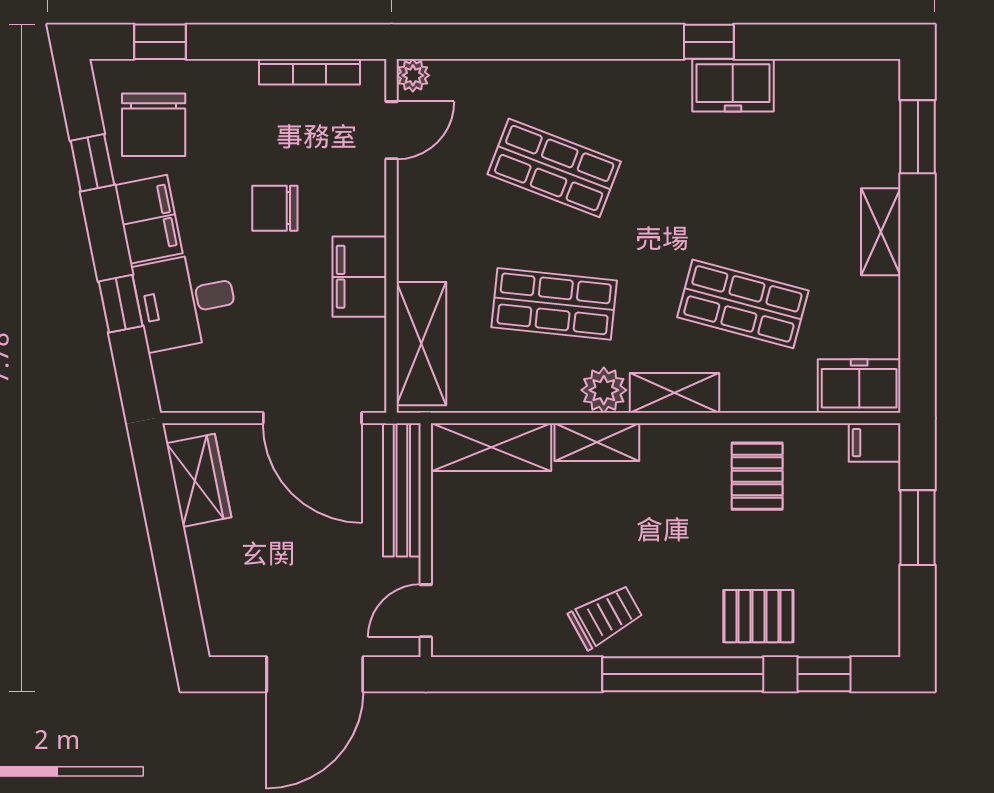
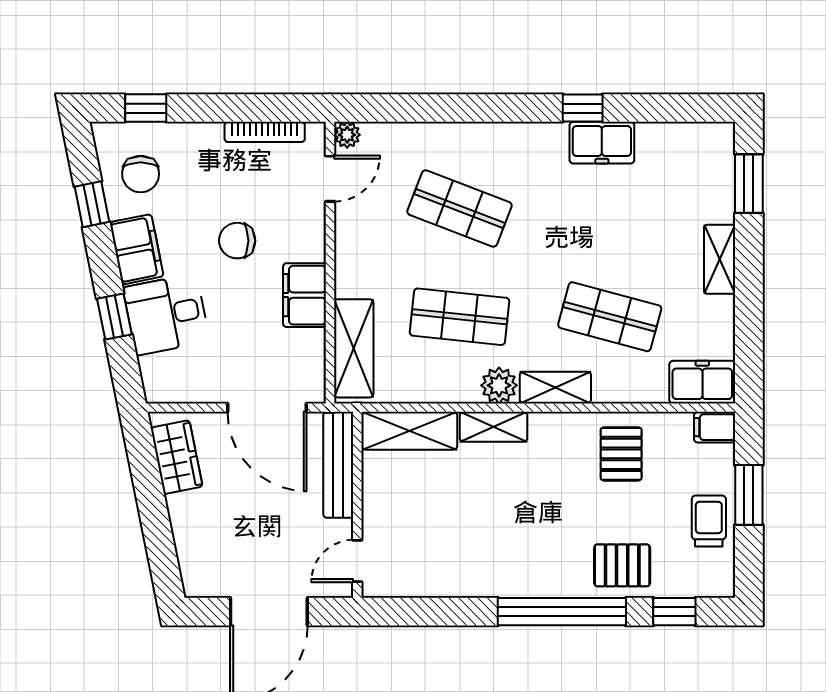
chair: (154, 125) -> (141, 174), width x0.73, depth x0.73
trolley: (606, 617) -> (709, 521), moved, turned -61

